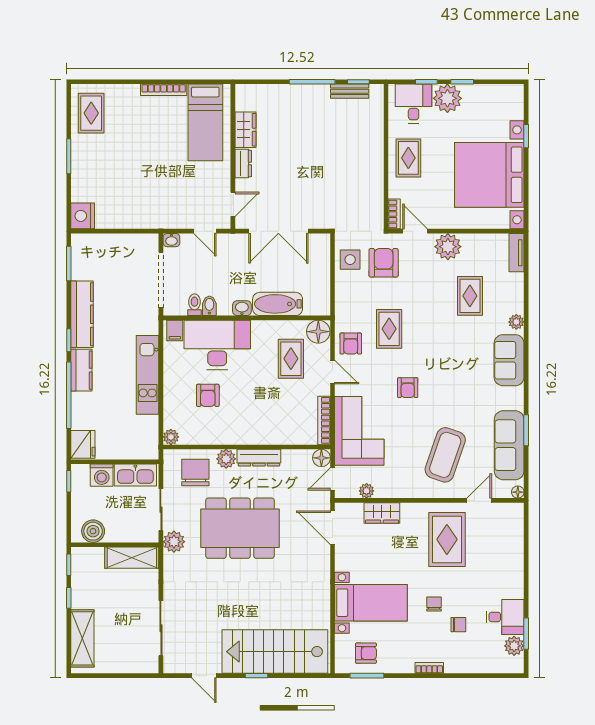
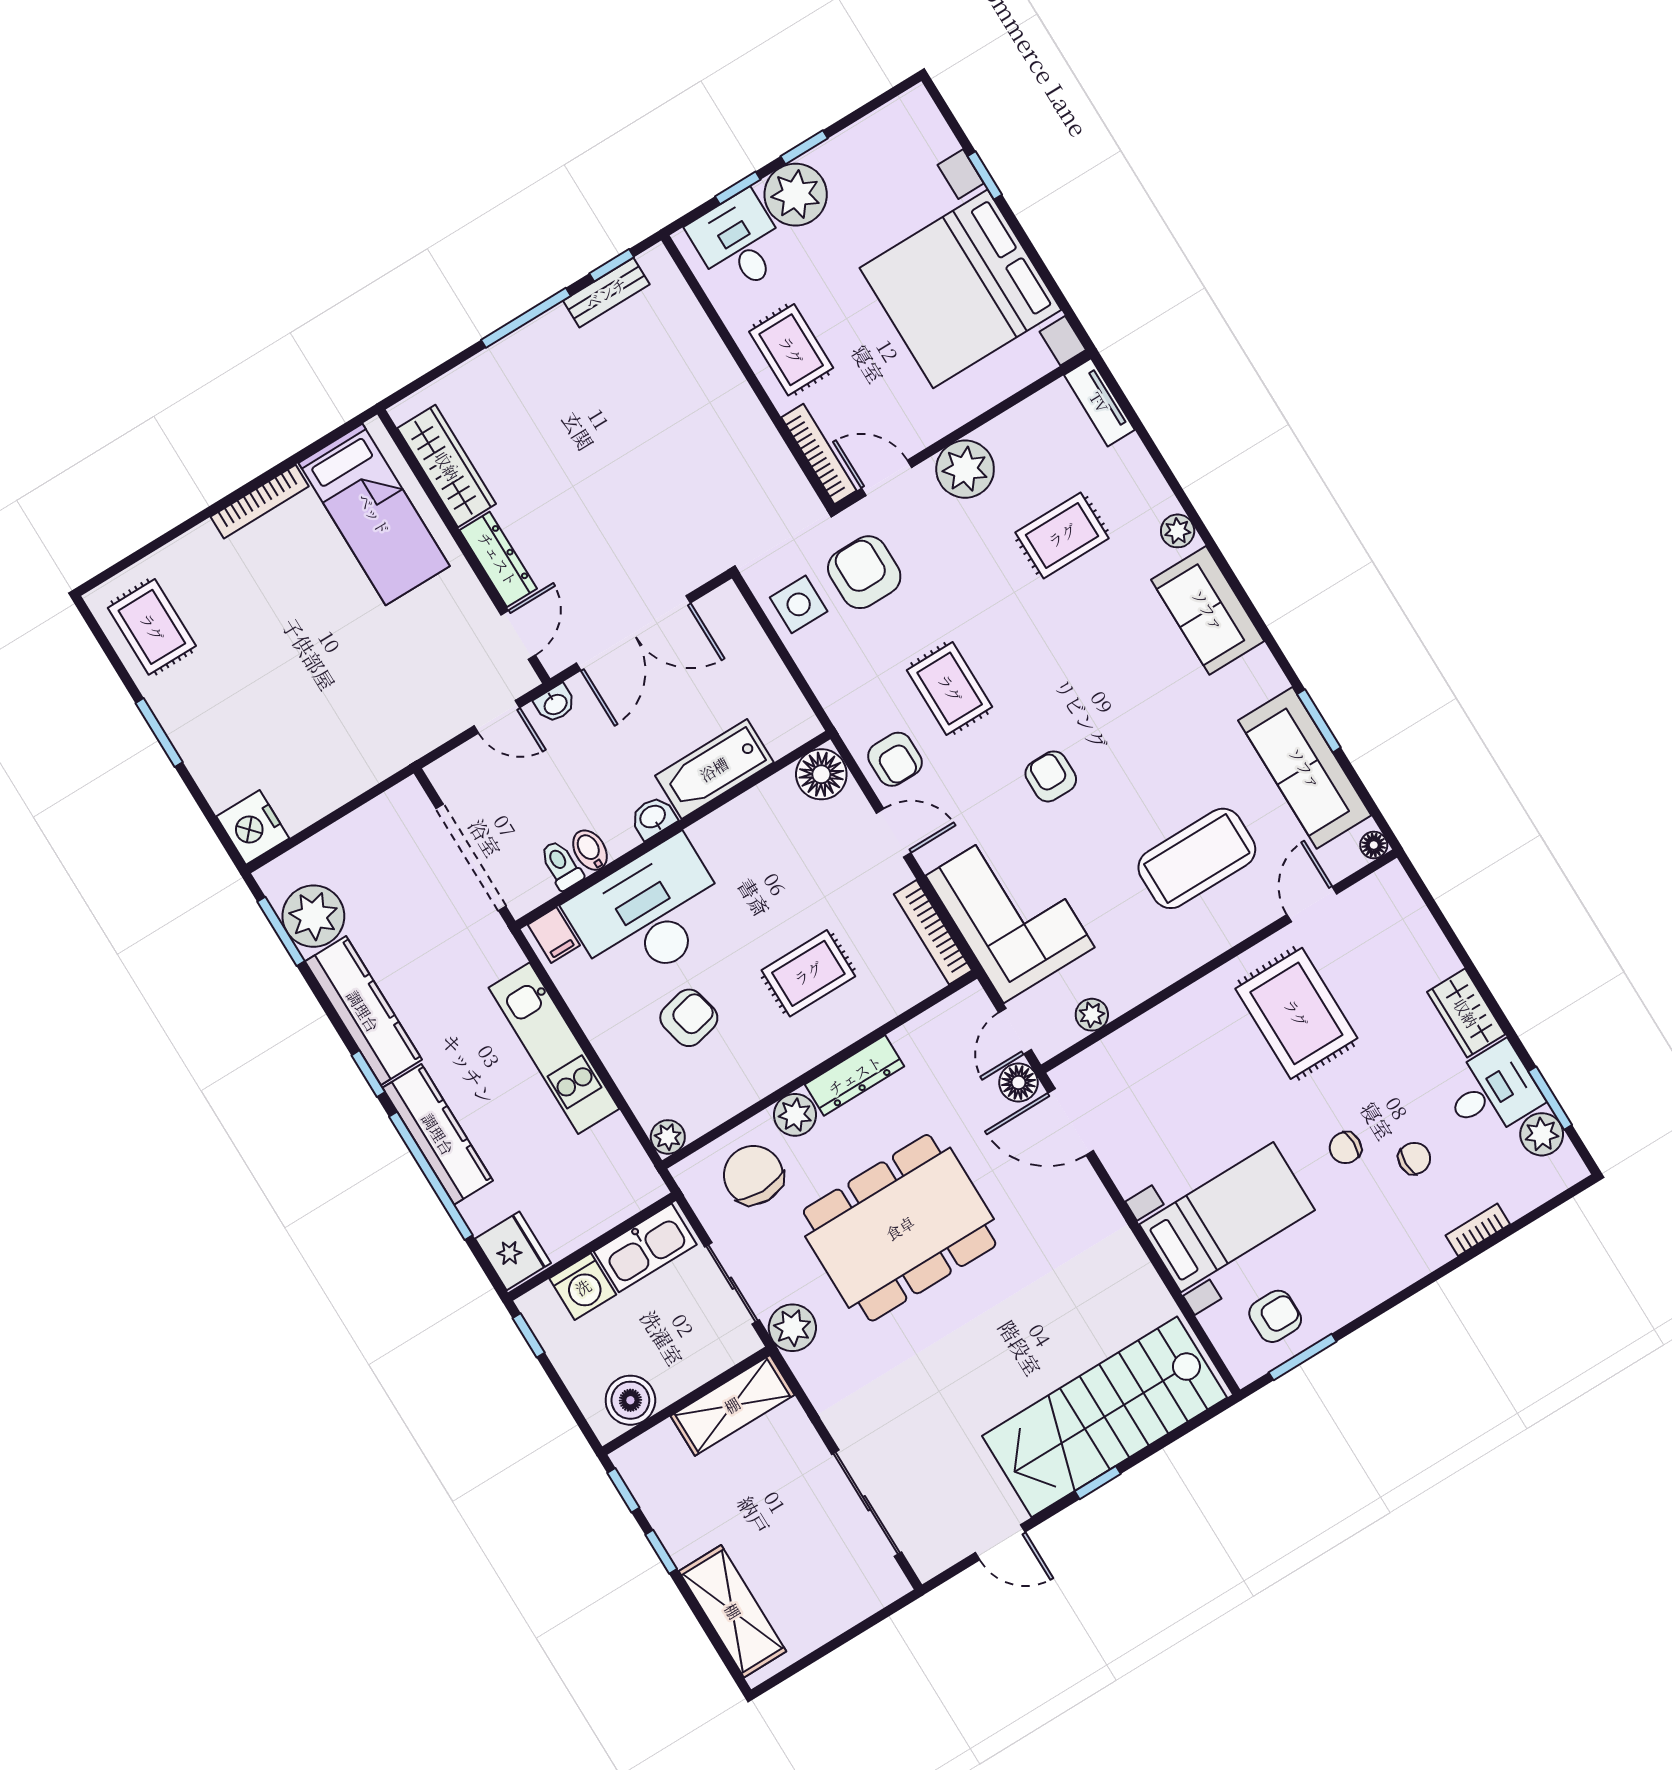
wardrobe: (245, 130) -> (447, 466), width x1.50
dresser: (243, 163) -> (498, 559), width x1.44
bookcase: (394, 214) -> (819, 454), width x1.56
washbasin: (171, 240) -> (555, 704), moved
plant: (85, 265) -> (313, 916), added
rug: (470, 296) -> (1062, 535), turned 90
rug: (291, 359) -> (808, 973), moved, turned 90
kitchen counter: (81, 370) -> (438, 1134), width x1.50
armchair: (408, 388) -> (1051, 776), turned 180
armchair: (208, 395) -> (689, 1018), turned -103
coffee table: (445, 455) -> (1197, 858), turned 71
floor lamp: (321, 458) -> (1018, 1083), moved
wardrobe: (382, 513) -> (1466, 1013), moved, turned 90
chair: (434, 604) -> (1345, 1148), turned -90
bookcase: (429, 668) -> (1478, 1230), moved

